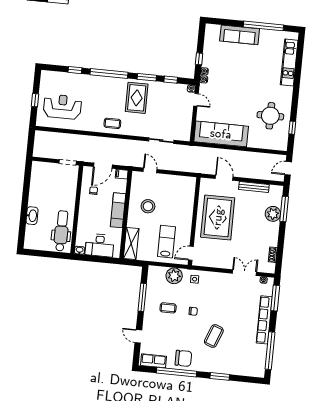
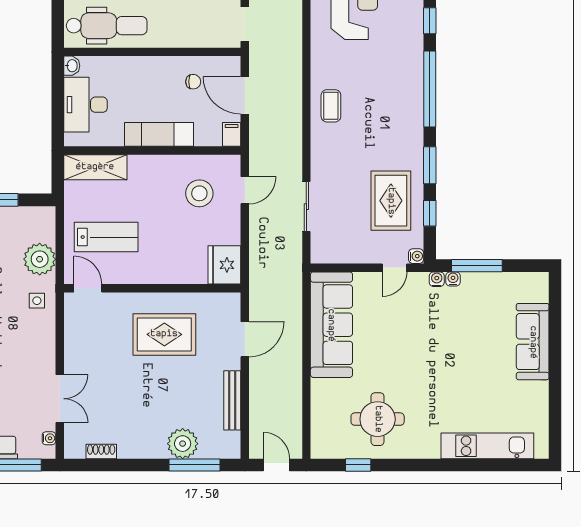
window: (263, 26) -> (555, 387), removed
window: (199, 59) -> (477, 266), width x2.17
rug: (137, 98) -> (391, 201), moved, turned 90
fridge: (186, 184) -> (224, 265), added
stool: (148, 206) -> (199, 193), moved
rug: (218, 217) -> (164, 334), width x0.73, depth x0.69

